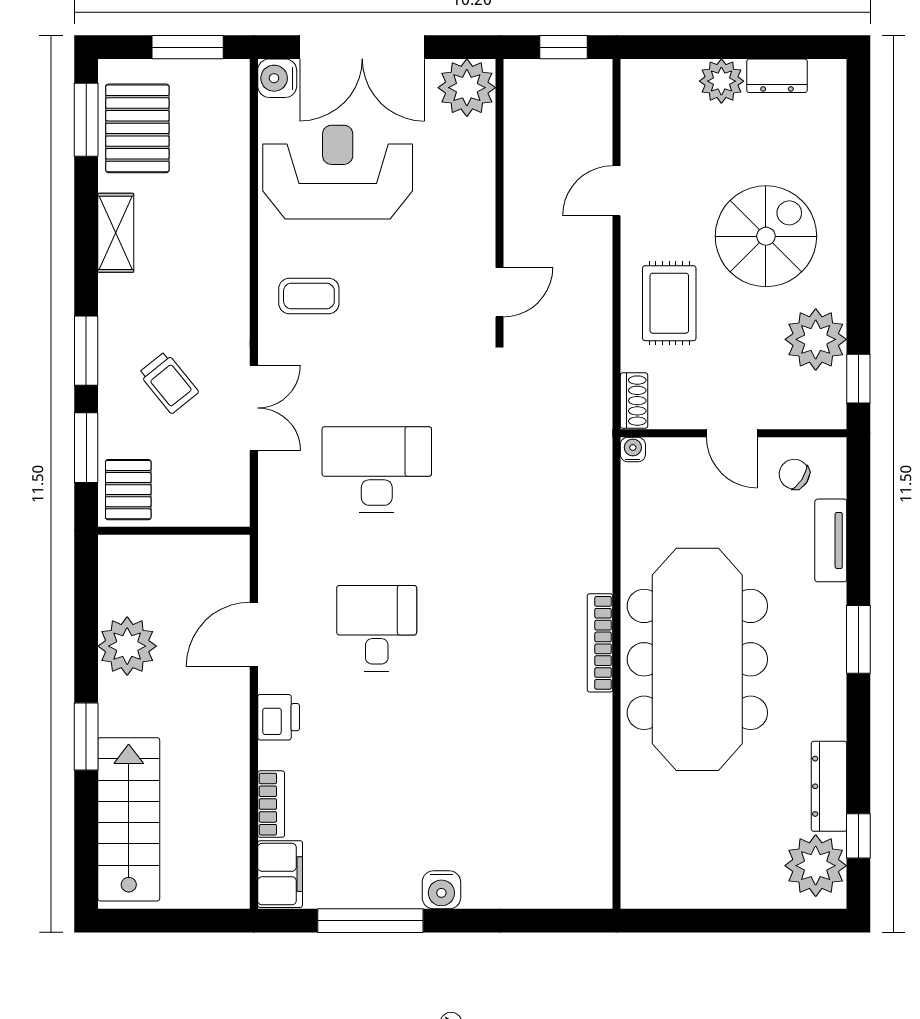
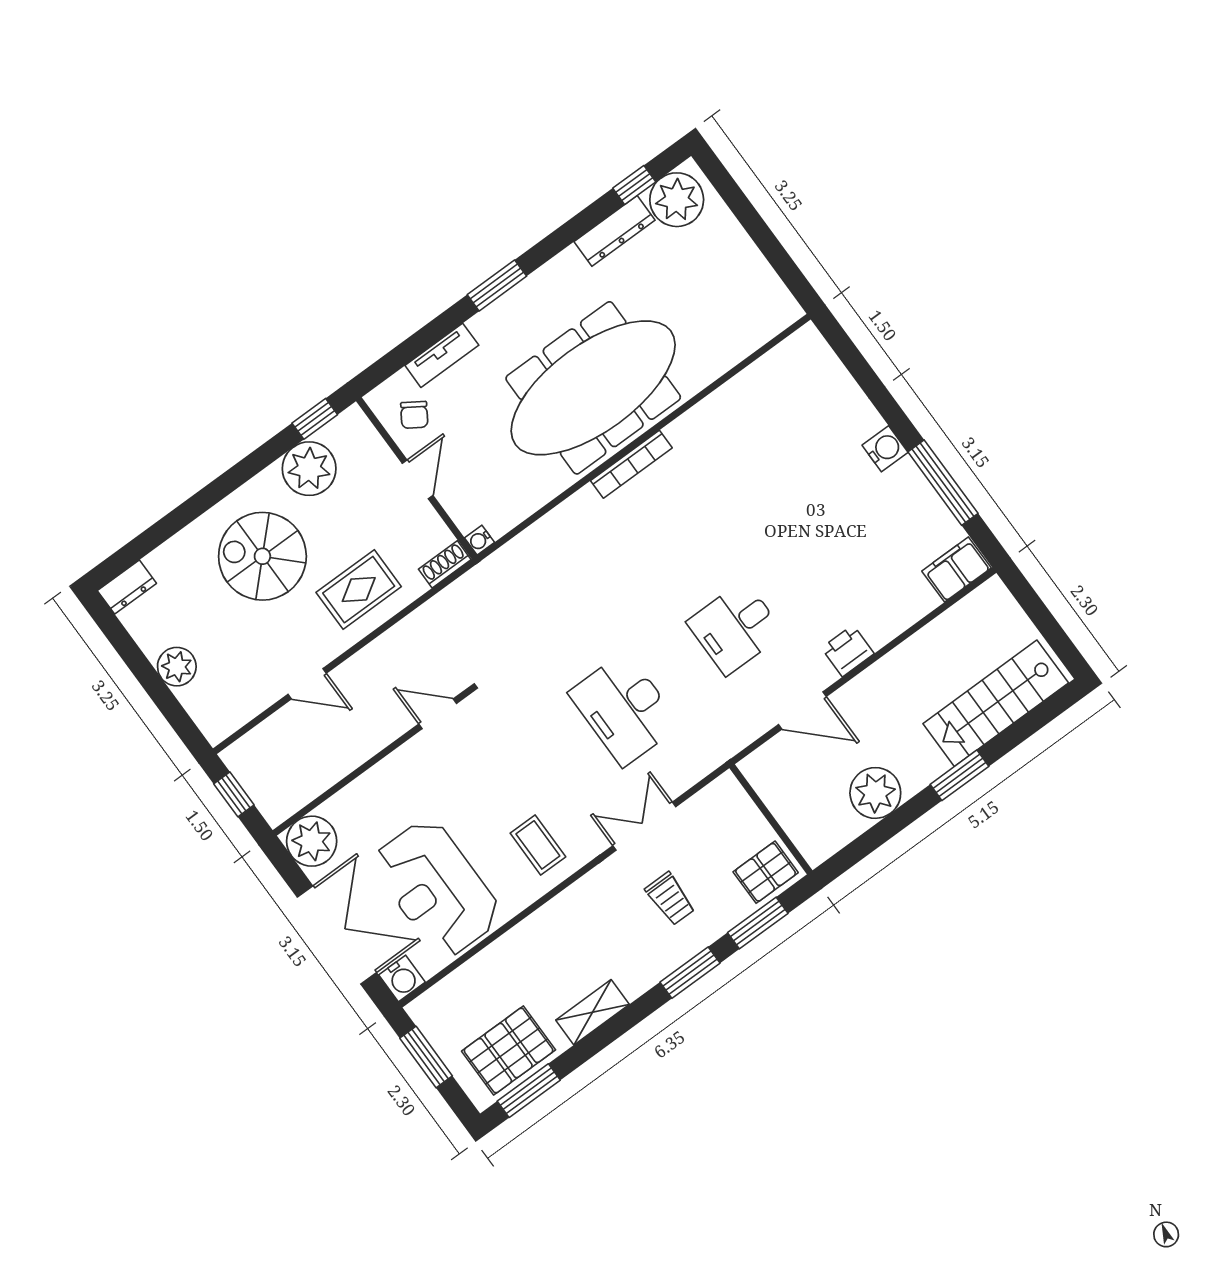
dresser: (777, 76) -> (127, 587), moved, turned 90
trolley: (169, 383) -> (670, 899), turned 129
bookcase: (271, 804) -> (912, 612), removed

